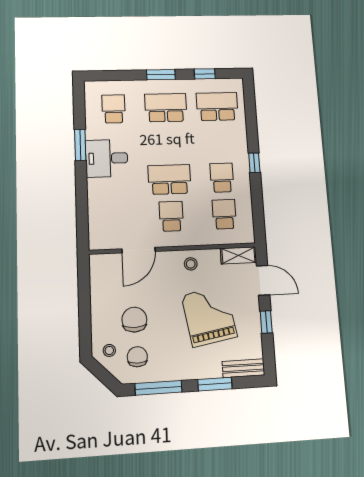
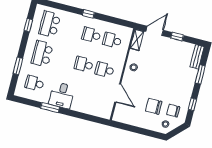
window: (161, 75) -> (18, 66), moved
school desk: (169, 179) -> (84, 64), width x0.54
grand piano: (209, 316) -> (164, 66), removed
window: (159, 388) -> (192, 104), width x0.46

